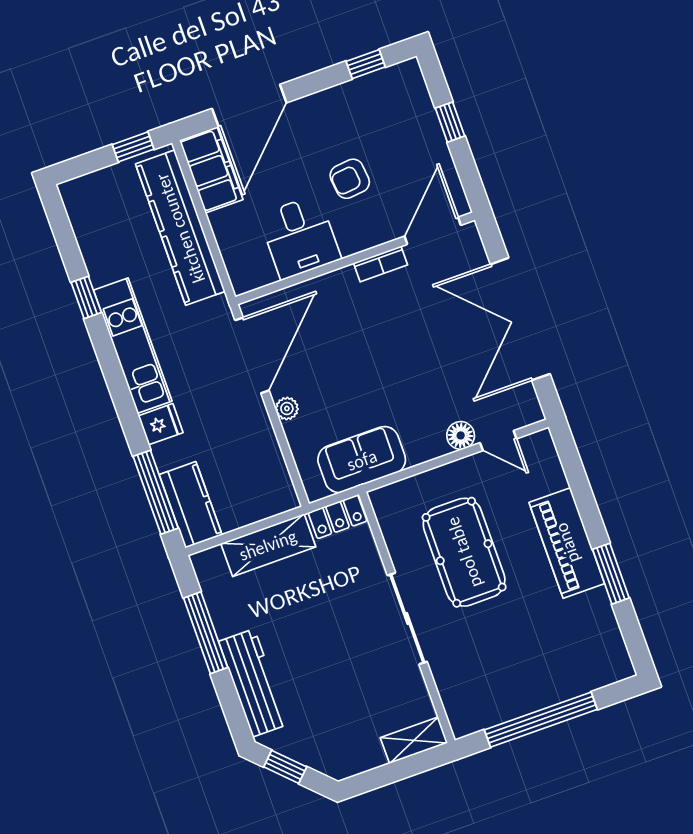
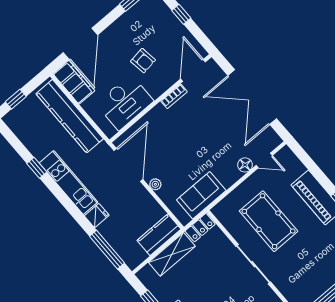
window: (133, 147) -> (16, 99), moved
armchair: (350, 179) -> (143, 61), turned -92
desk: (300, 237) -> (125, 102), width x1.37
kitchen counter: (191, 505) -> (159, 235), moved, turned -90

